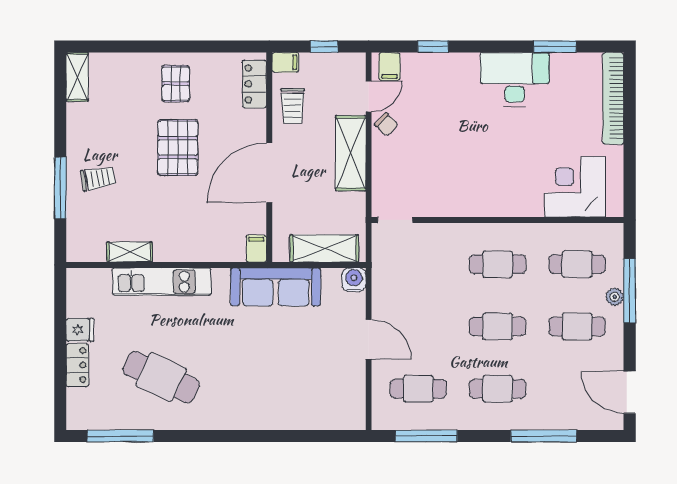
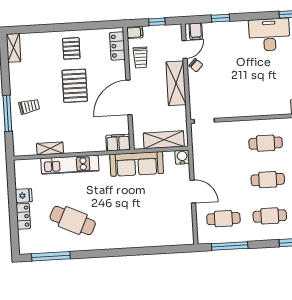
filing cabinet: (256, 249) -> (118, 143), width x2.00

